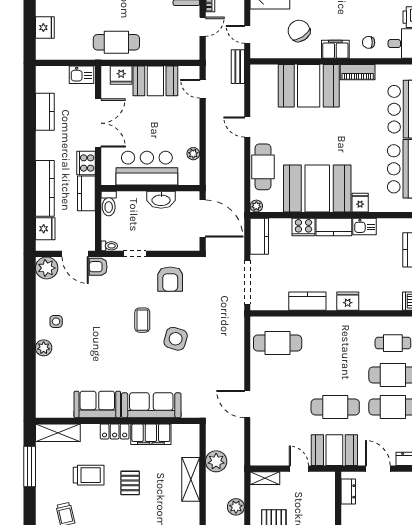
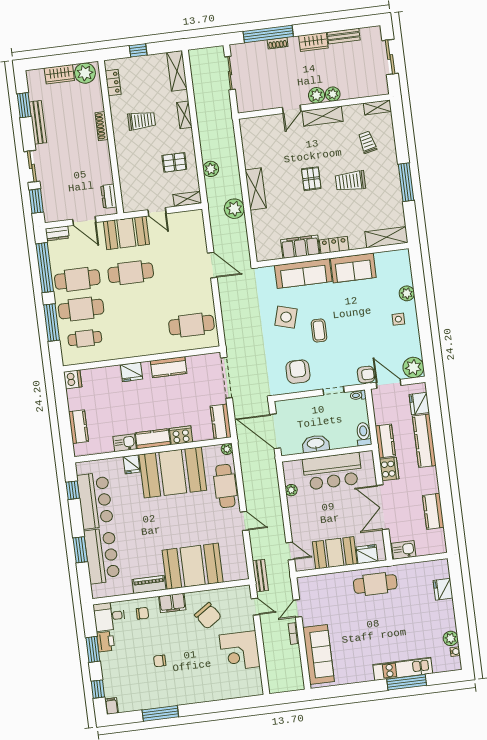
sofa: (97, 404) -> (353, 268), moved
sofa: (151, 405) -> (303, 274), moved
wall: (118, 421) -> (333, 255), moved
locker: (115, 431) -> (334, 245), moved
shelving: (58, 433) -> (386, 237), moved
filing cabinet: (151, 434) -> (300, 247), moved

